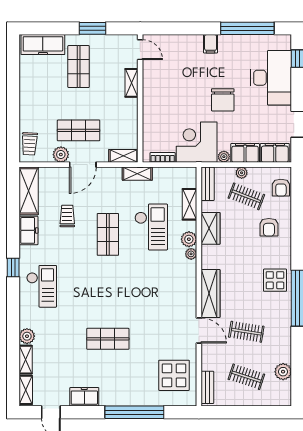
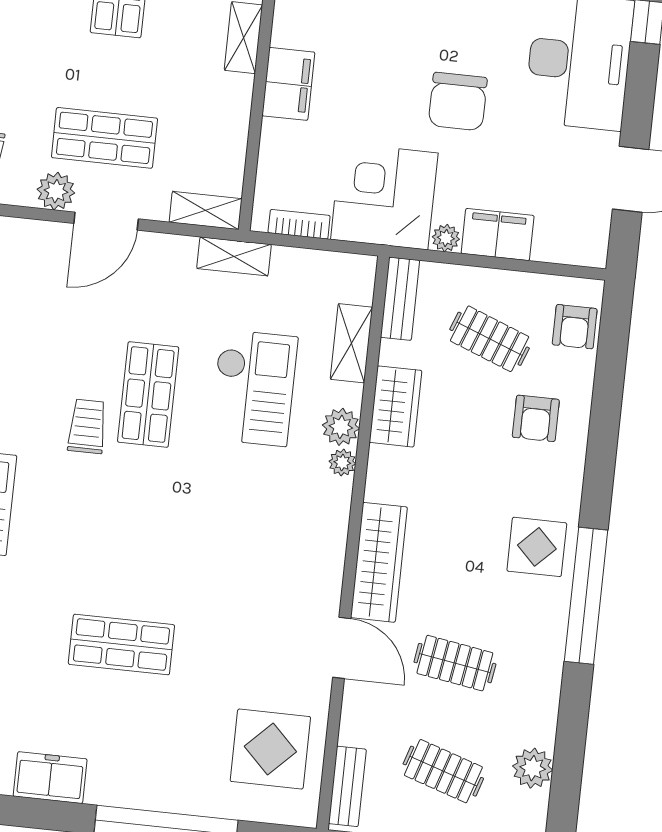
filing cabinet: (275, 153) -> (288, 84), moved, turned 90
plant: (242, 173) -> (484, 281), removed
trolley: (67, 216) -> (87, 426), moved

